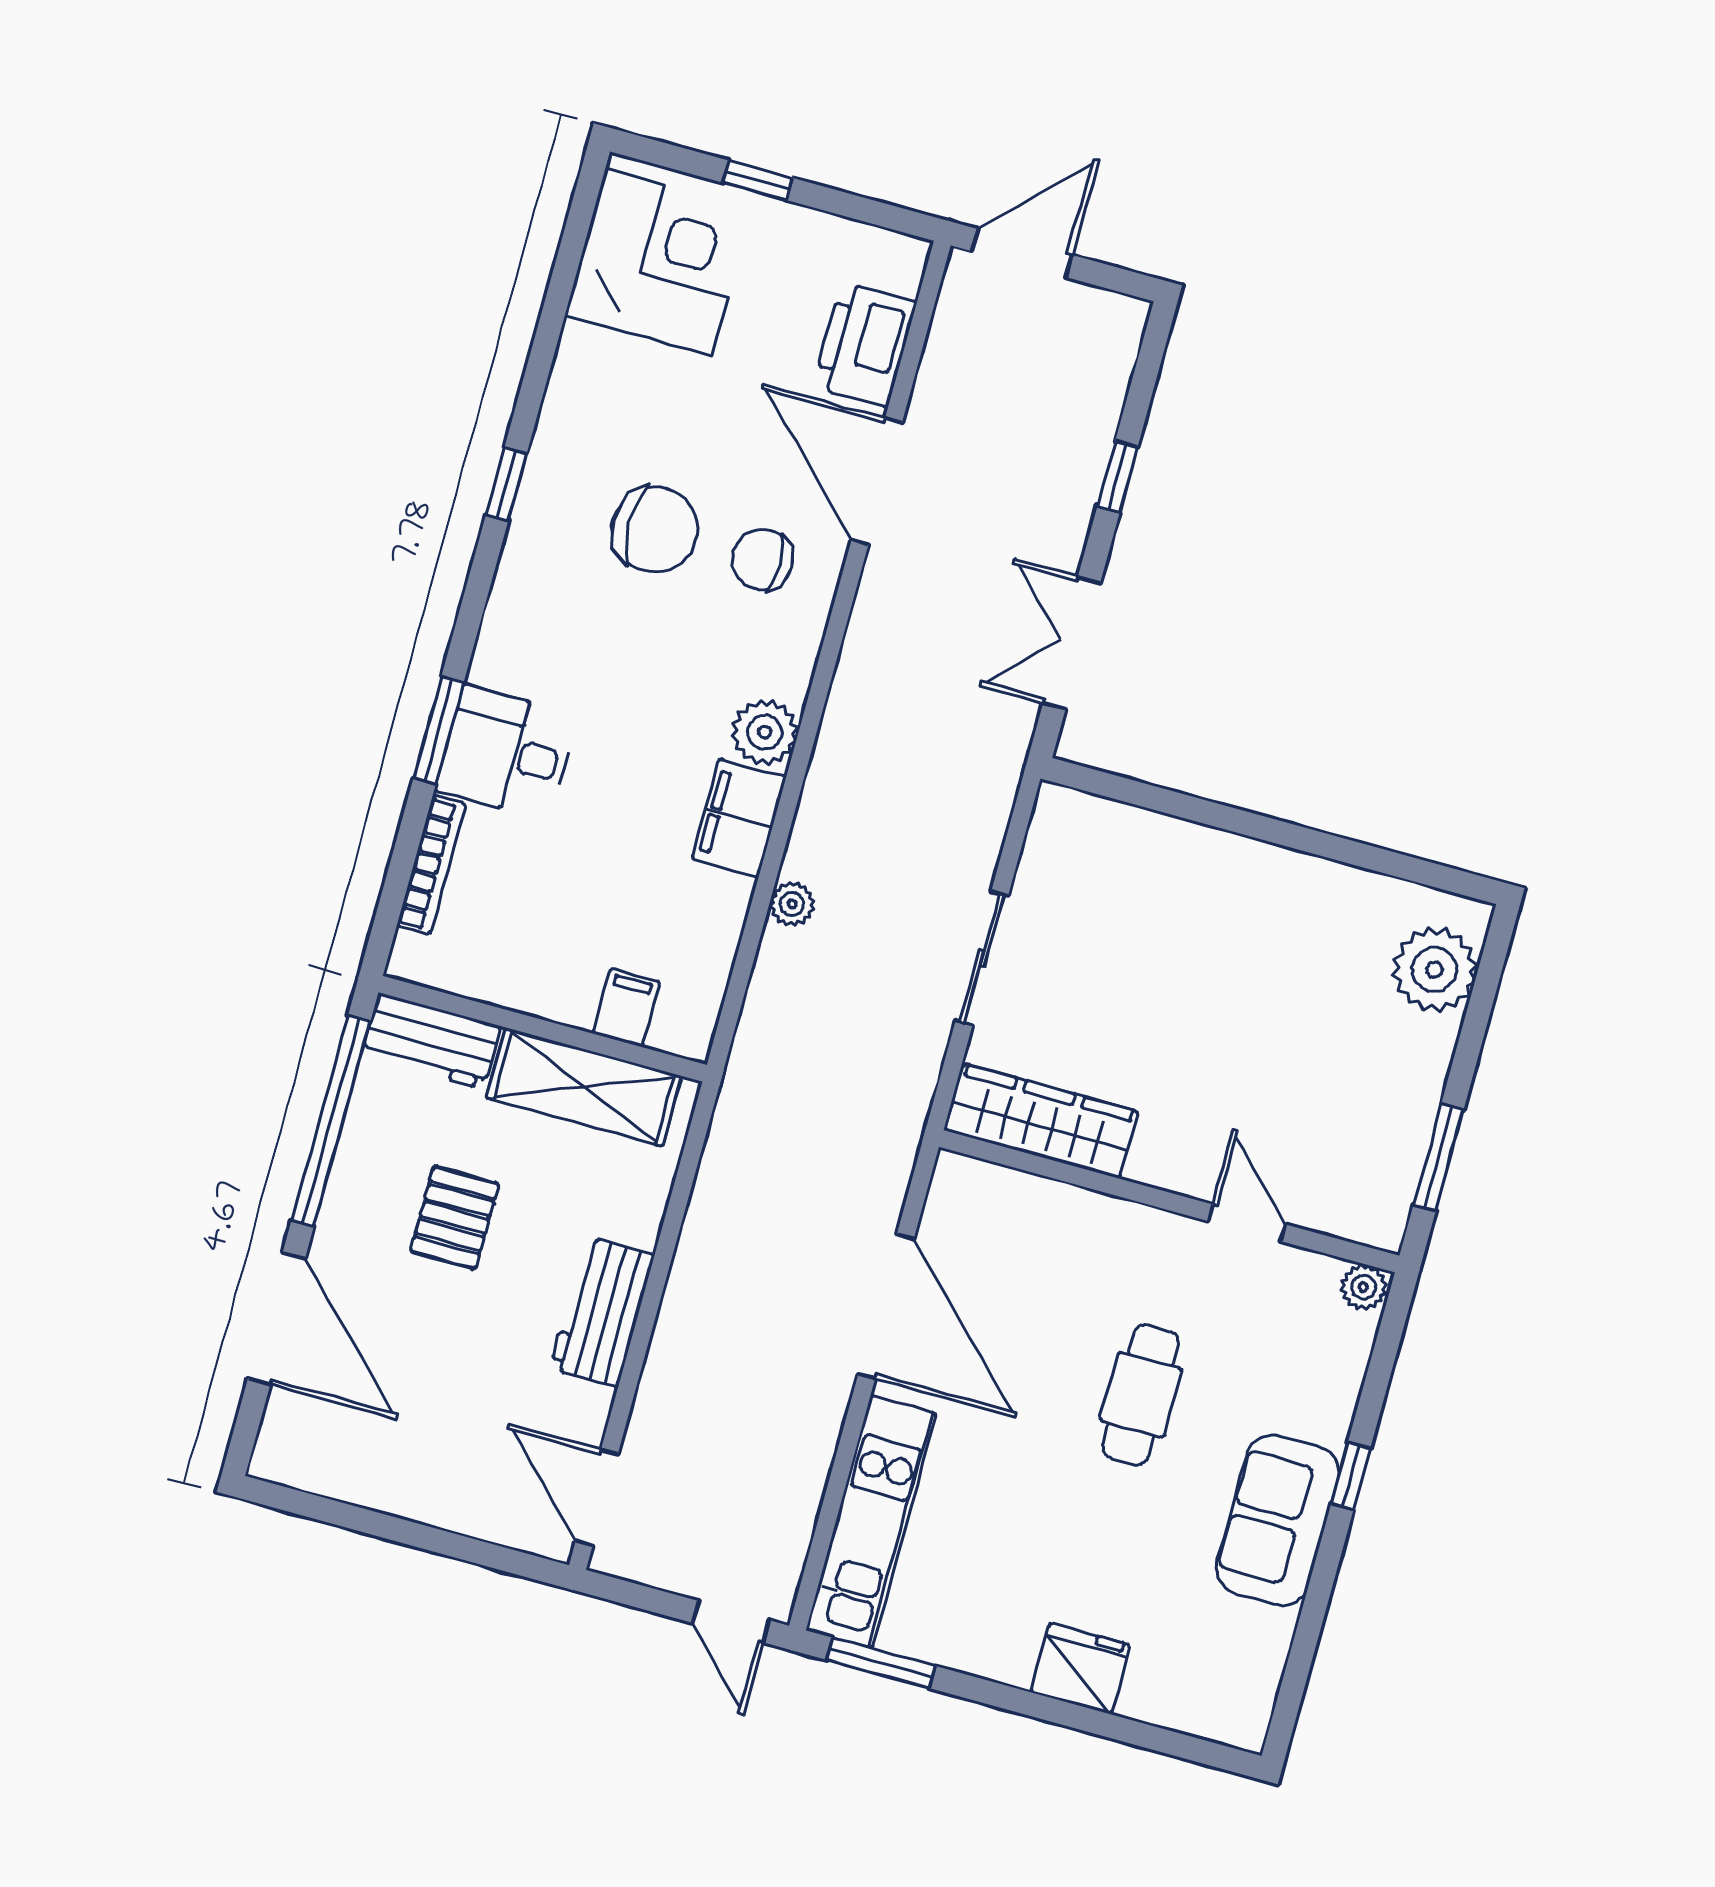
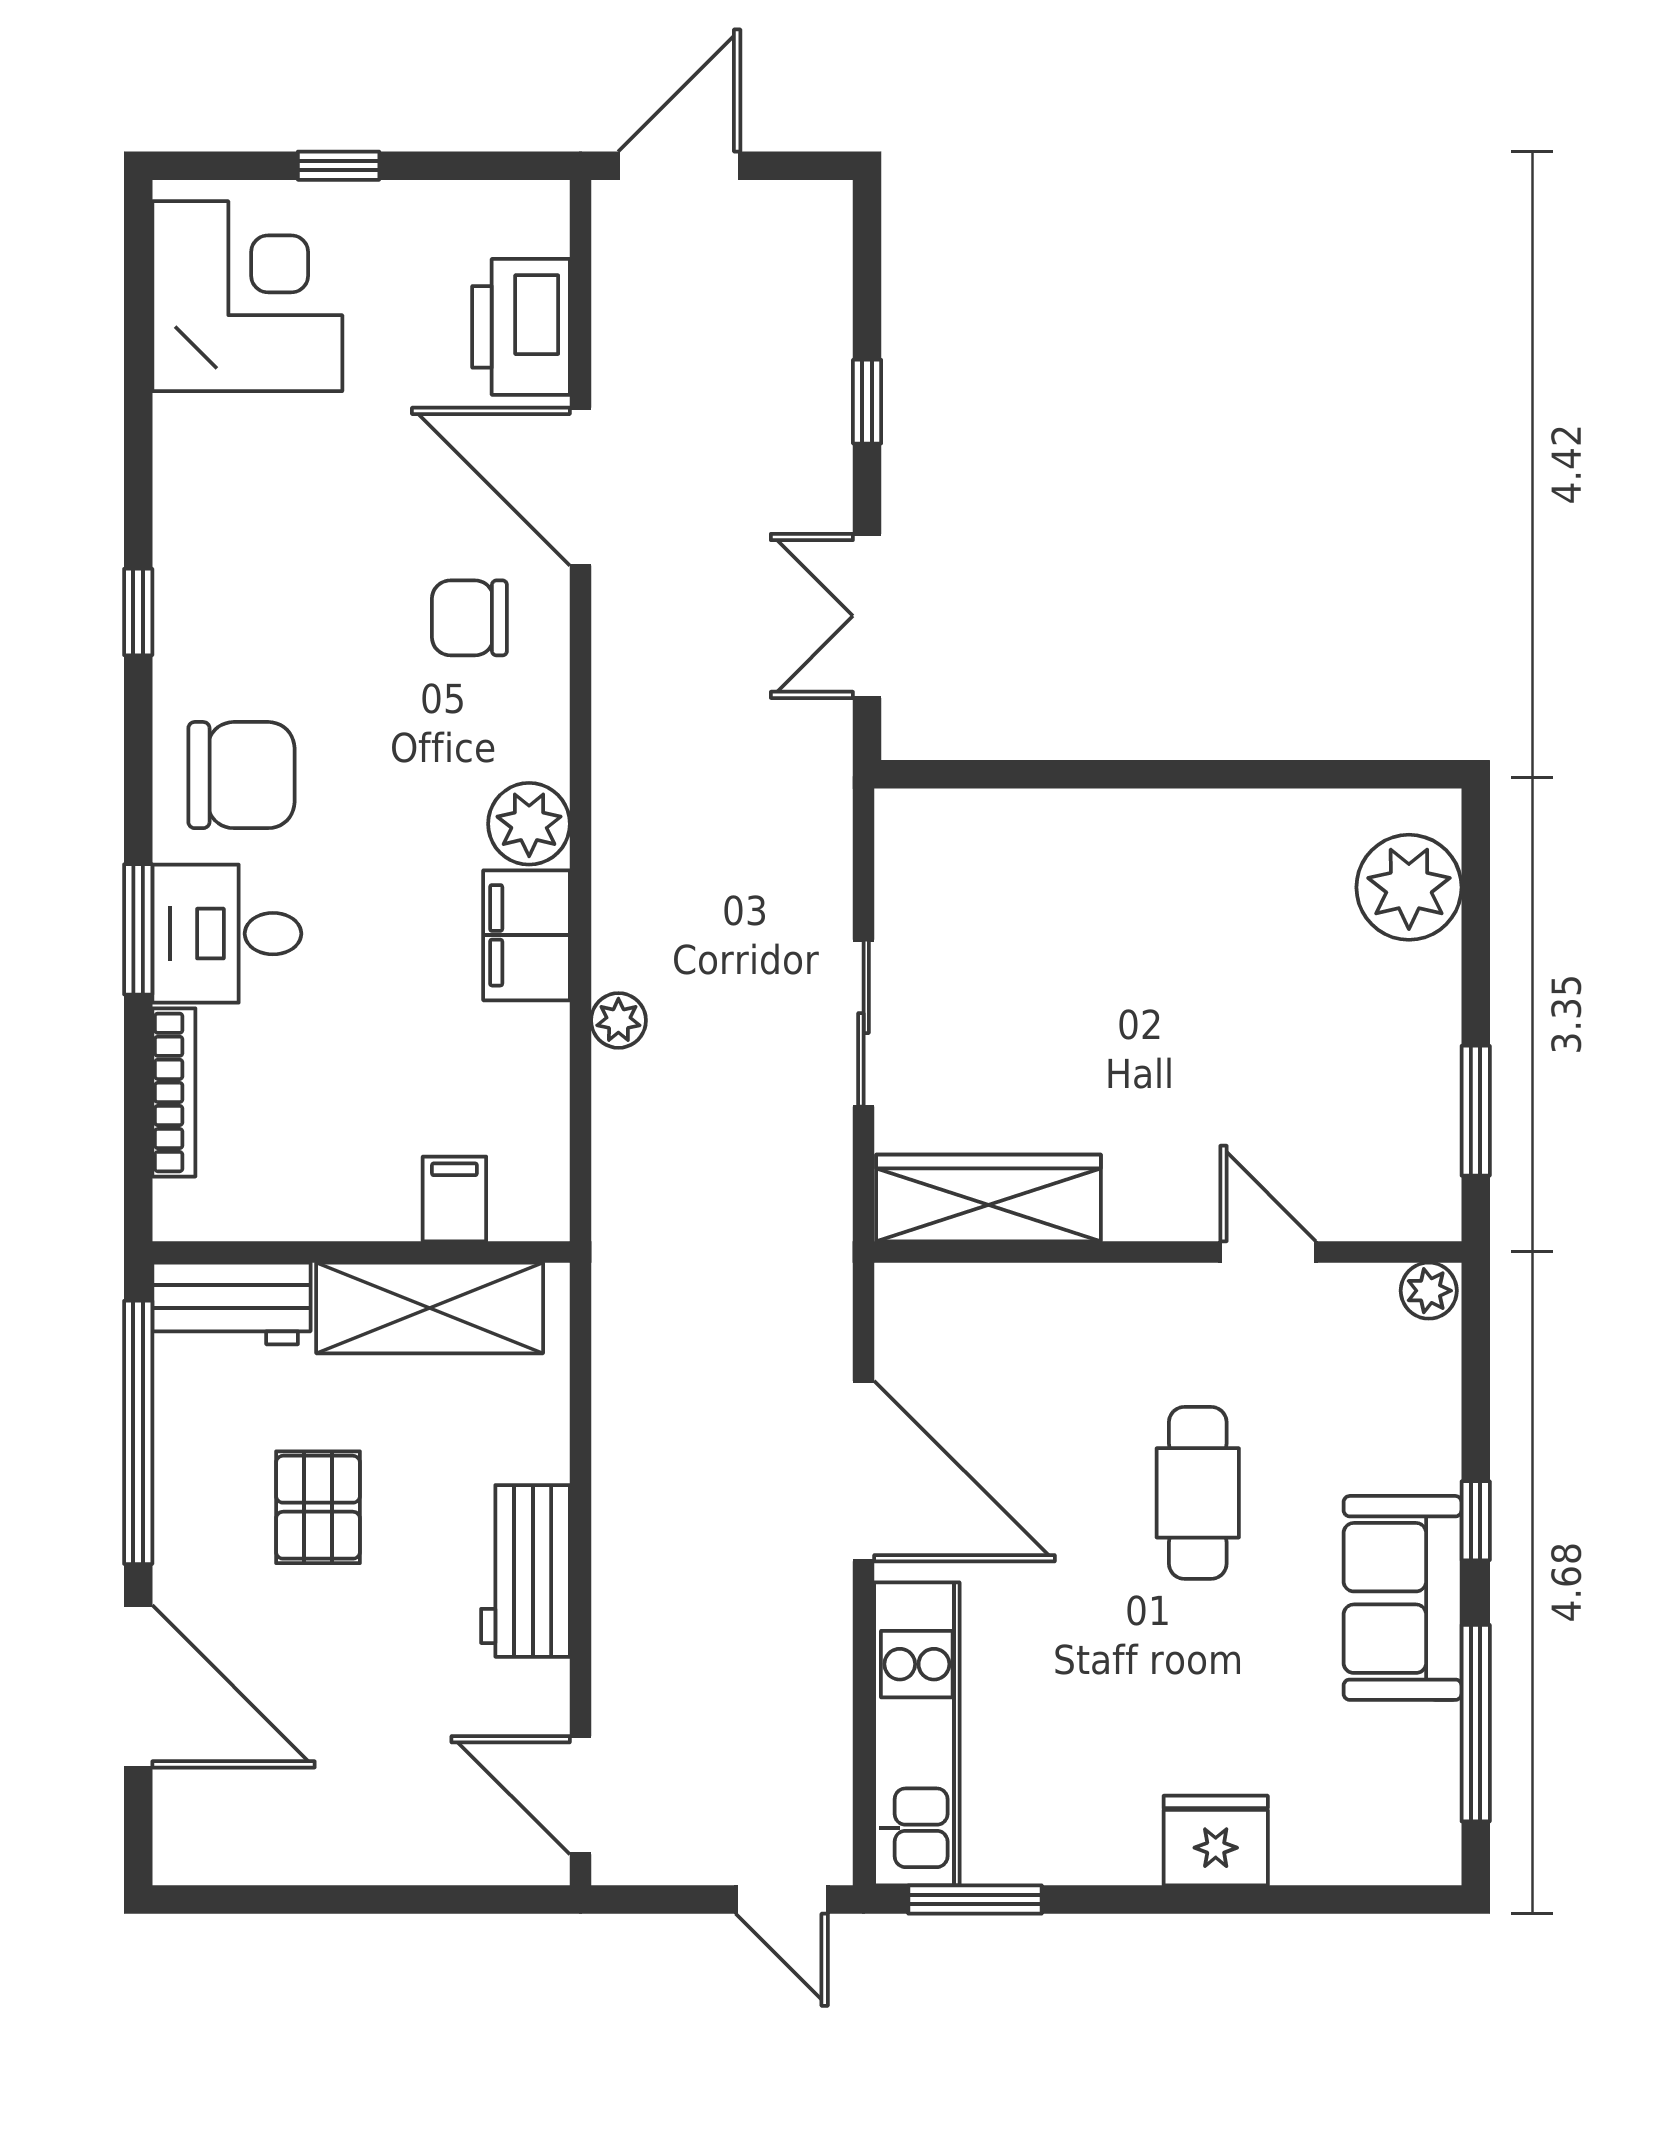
chair: (655, 530) -> (241, 775), moved
window: (1307, 1633) -> (1476, 1723), added

